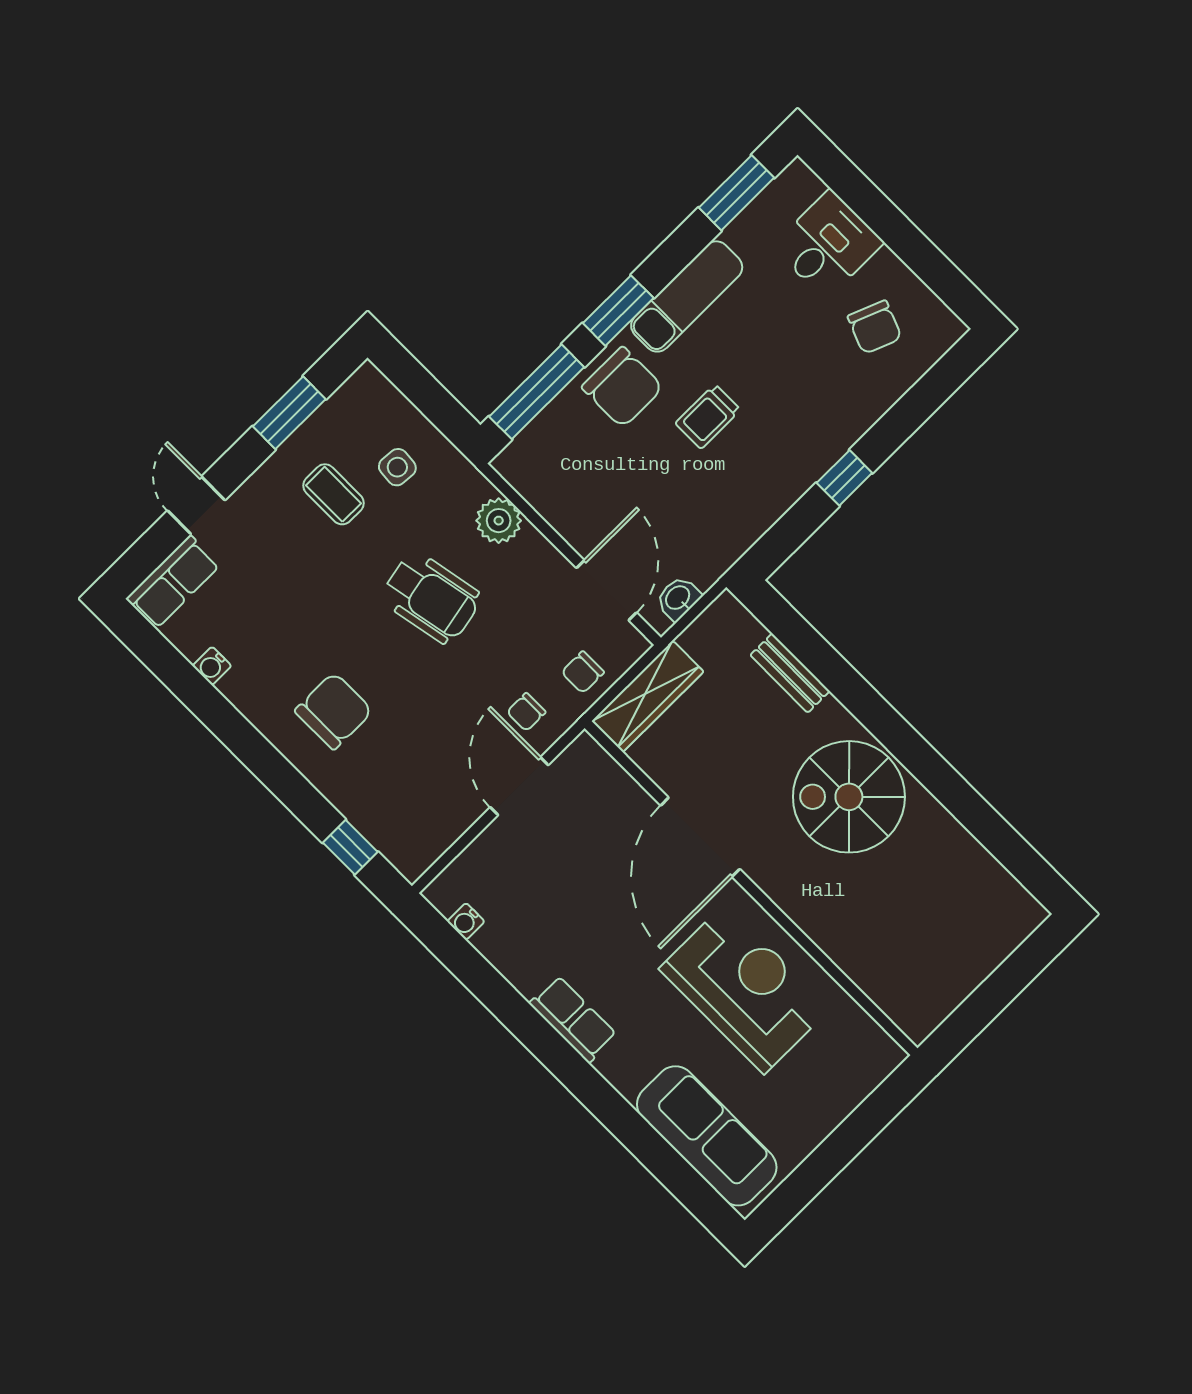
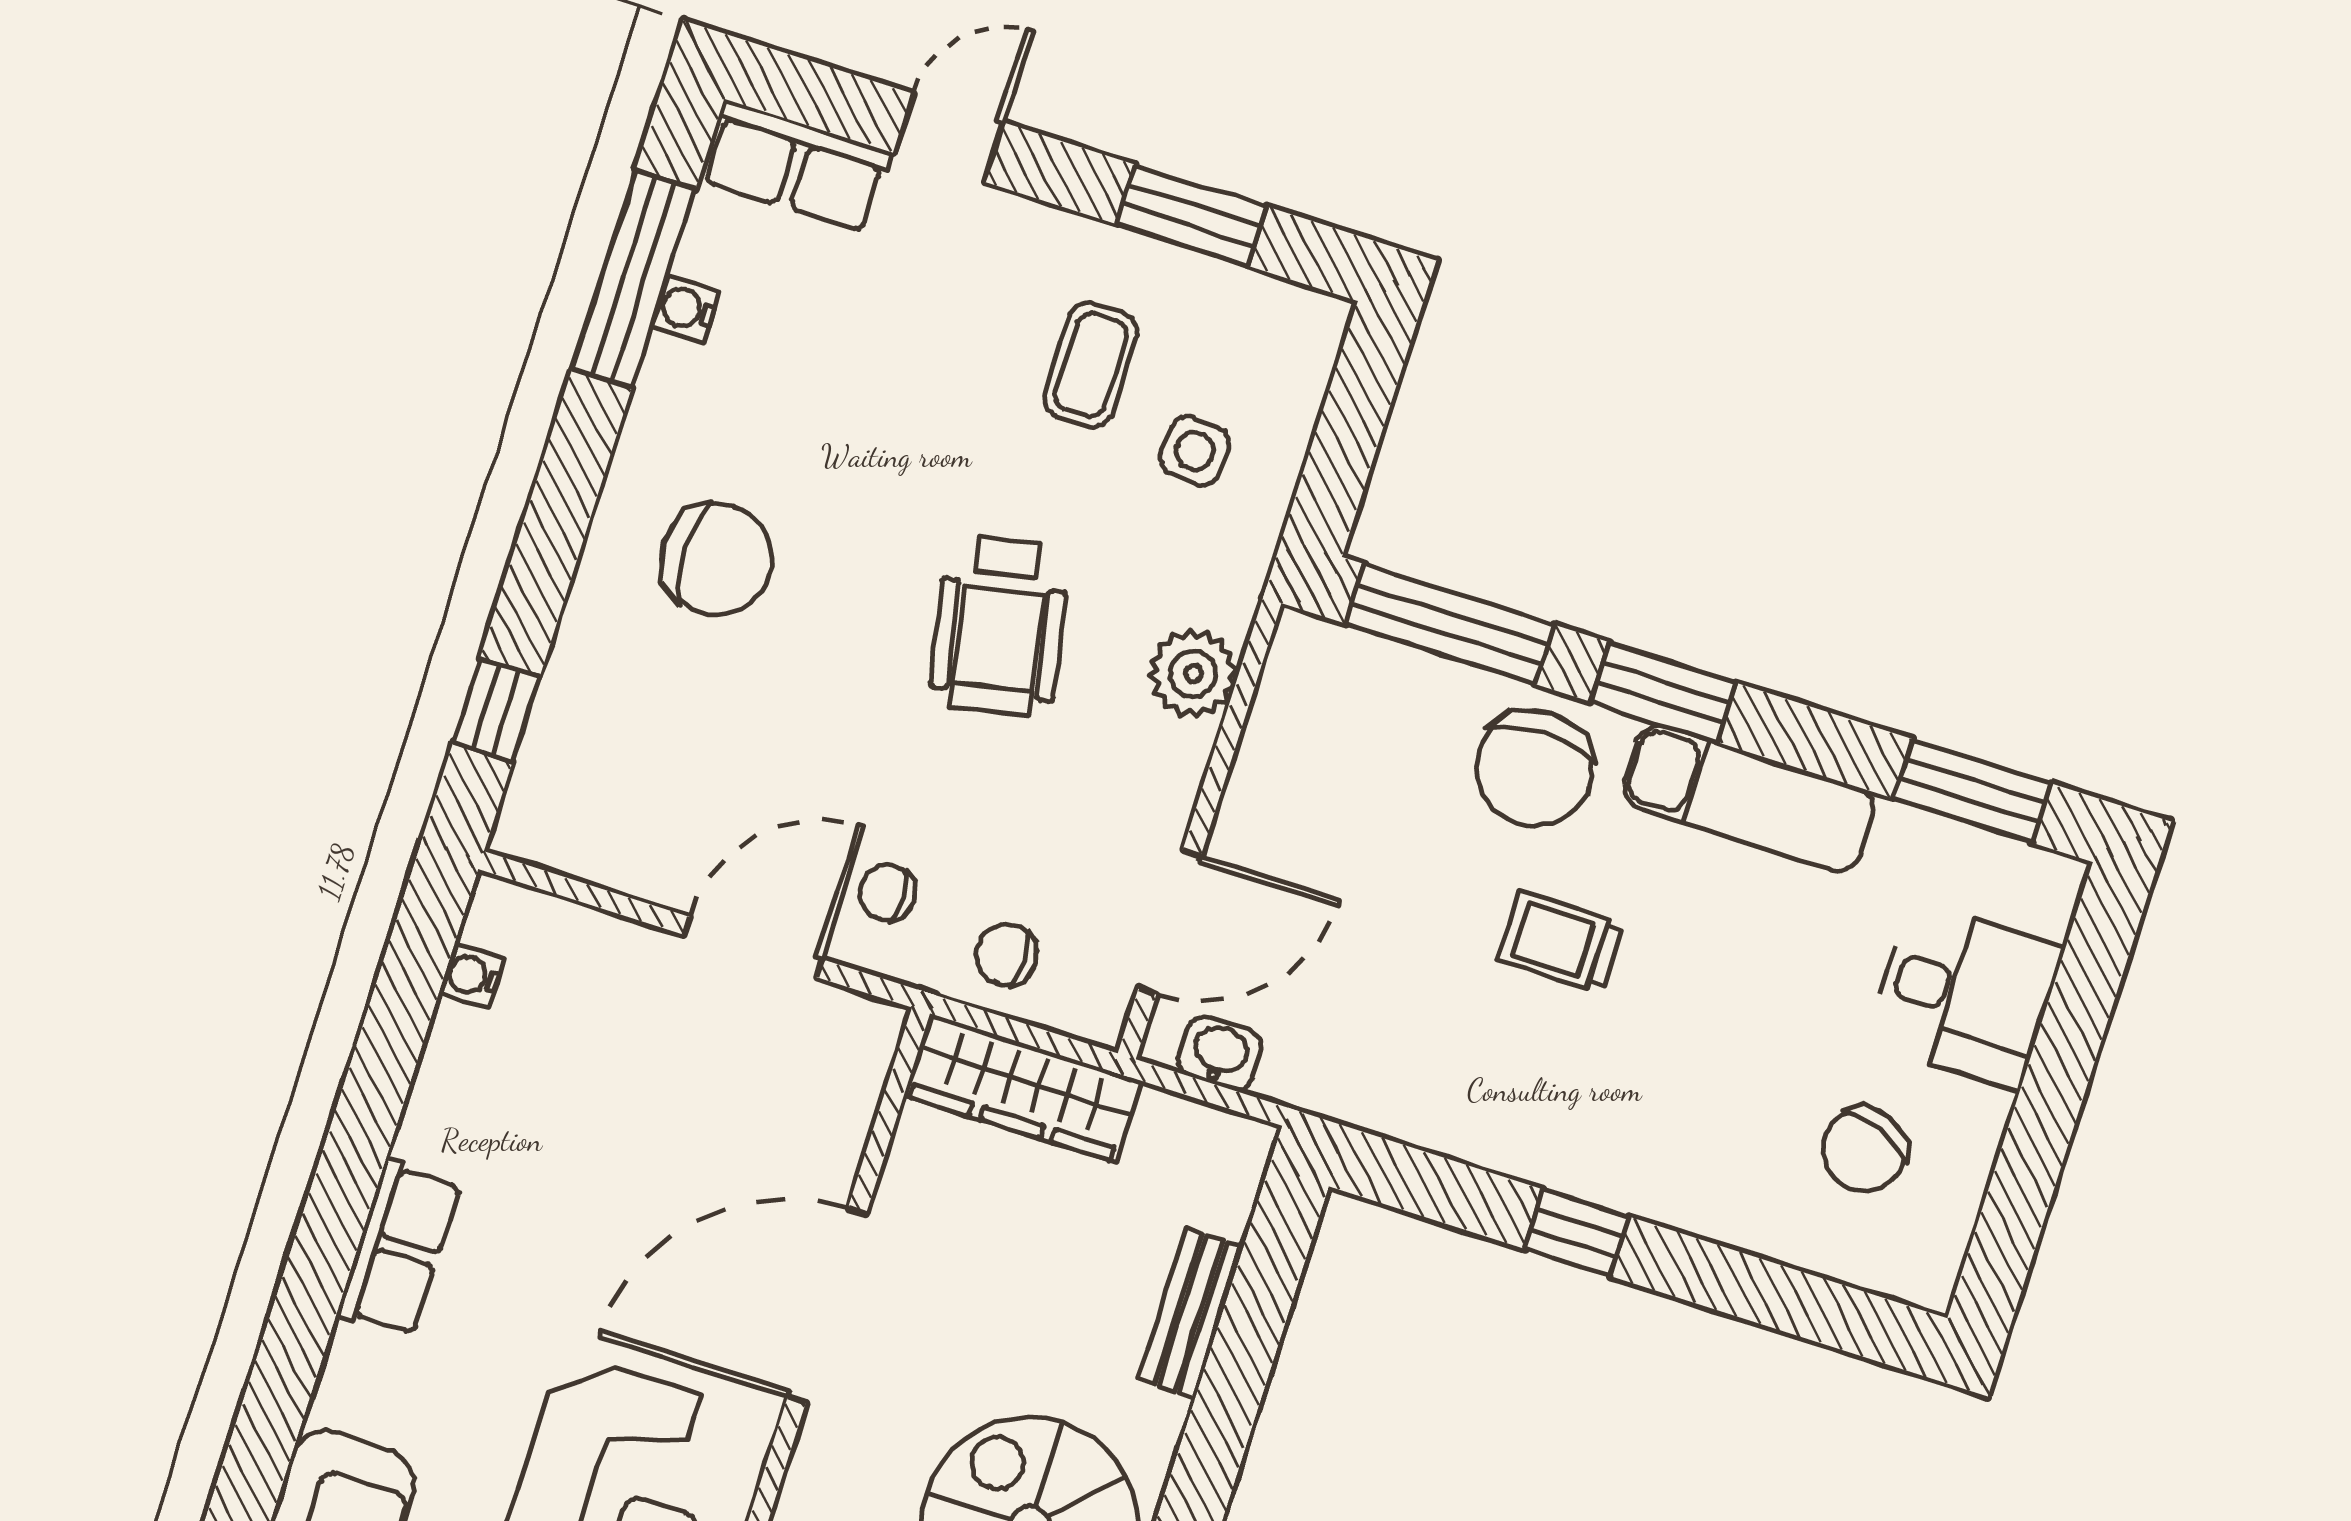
window: (186, 683) -> (634, 279), added

